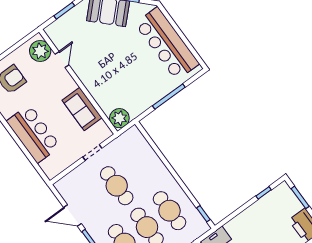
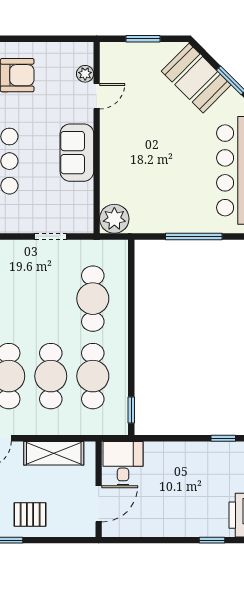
plant: (40, 51) -> (85, 74), width x0.53, depth x0.53
sofa: (82, 109) -> (77, 153), moved
cafe table: (117, 186) -> (93, 299), moved

